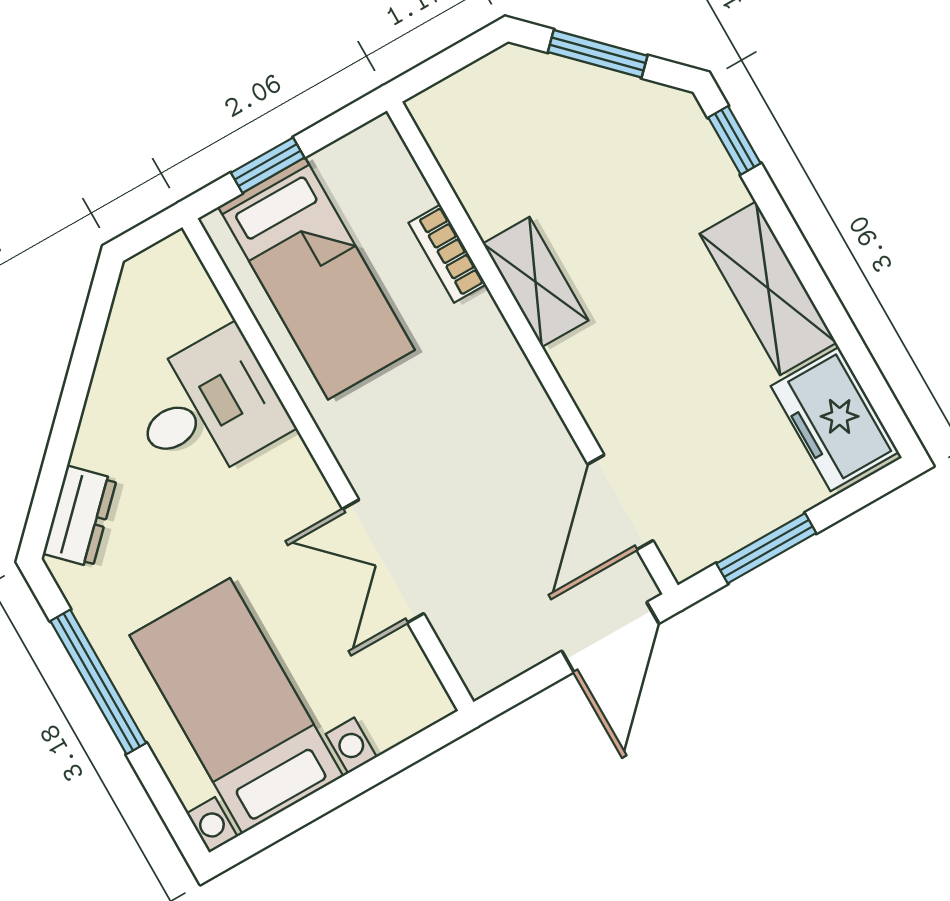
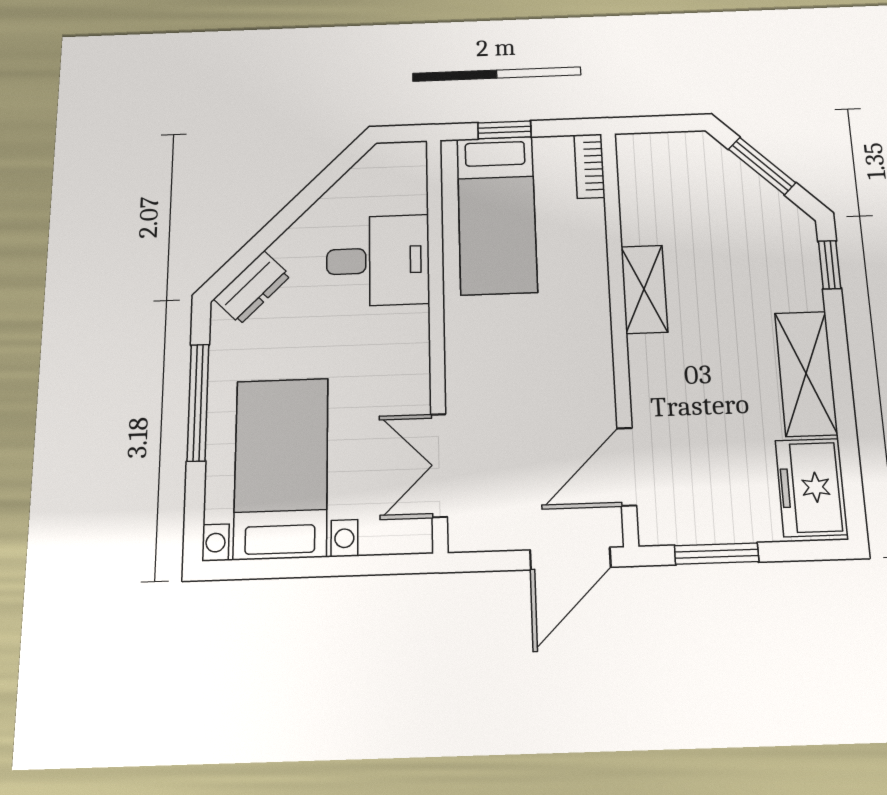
bookcase: (447, 254) -> (590, 166), moved
double door: (383, 561) -> (439, 465), moved

